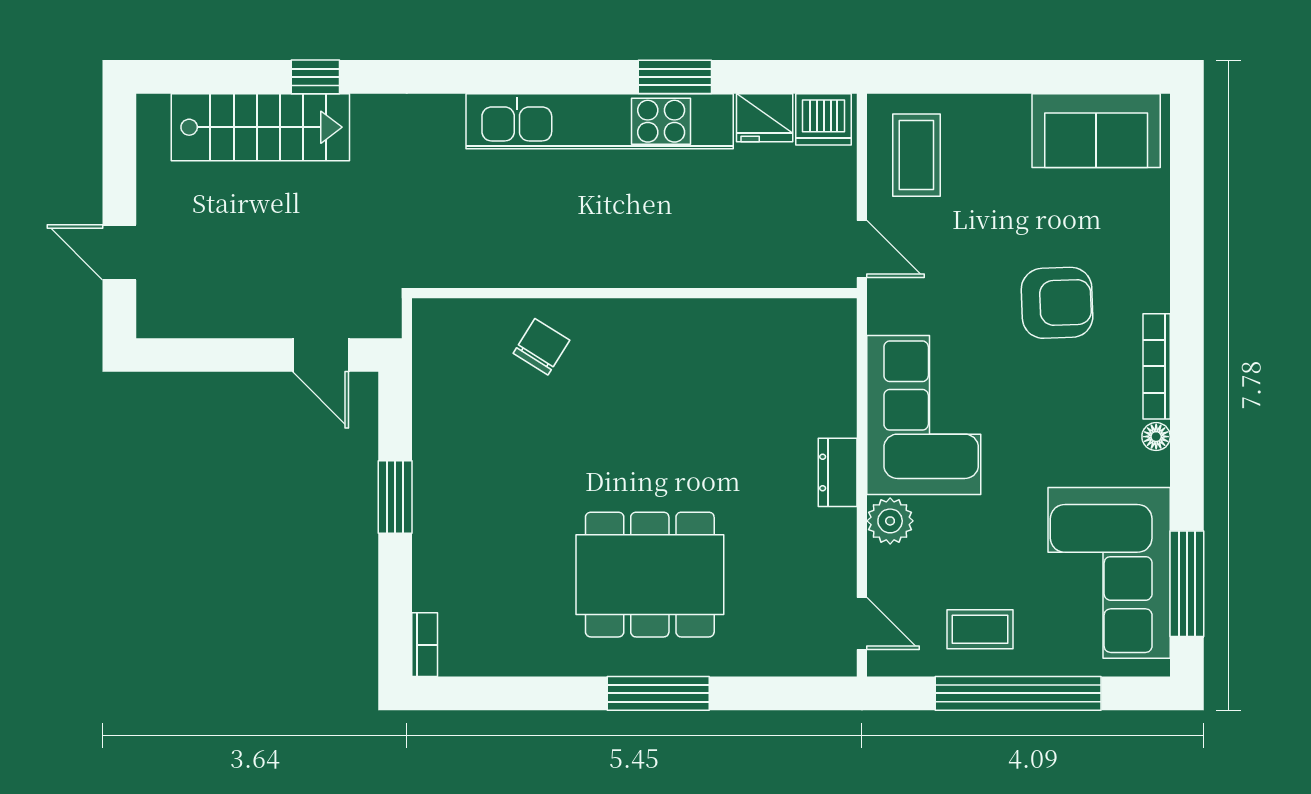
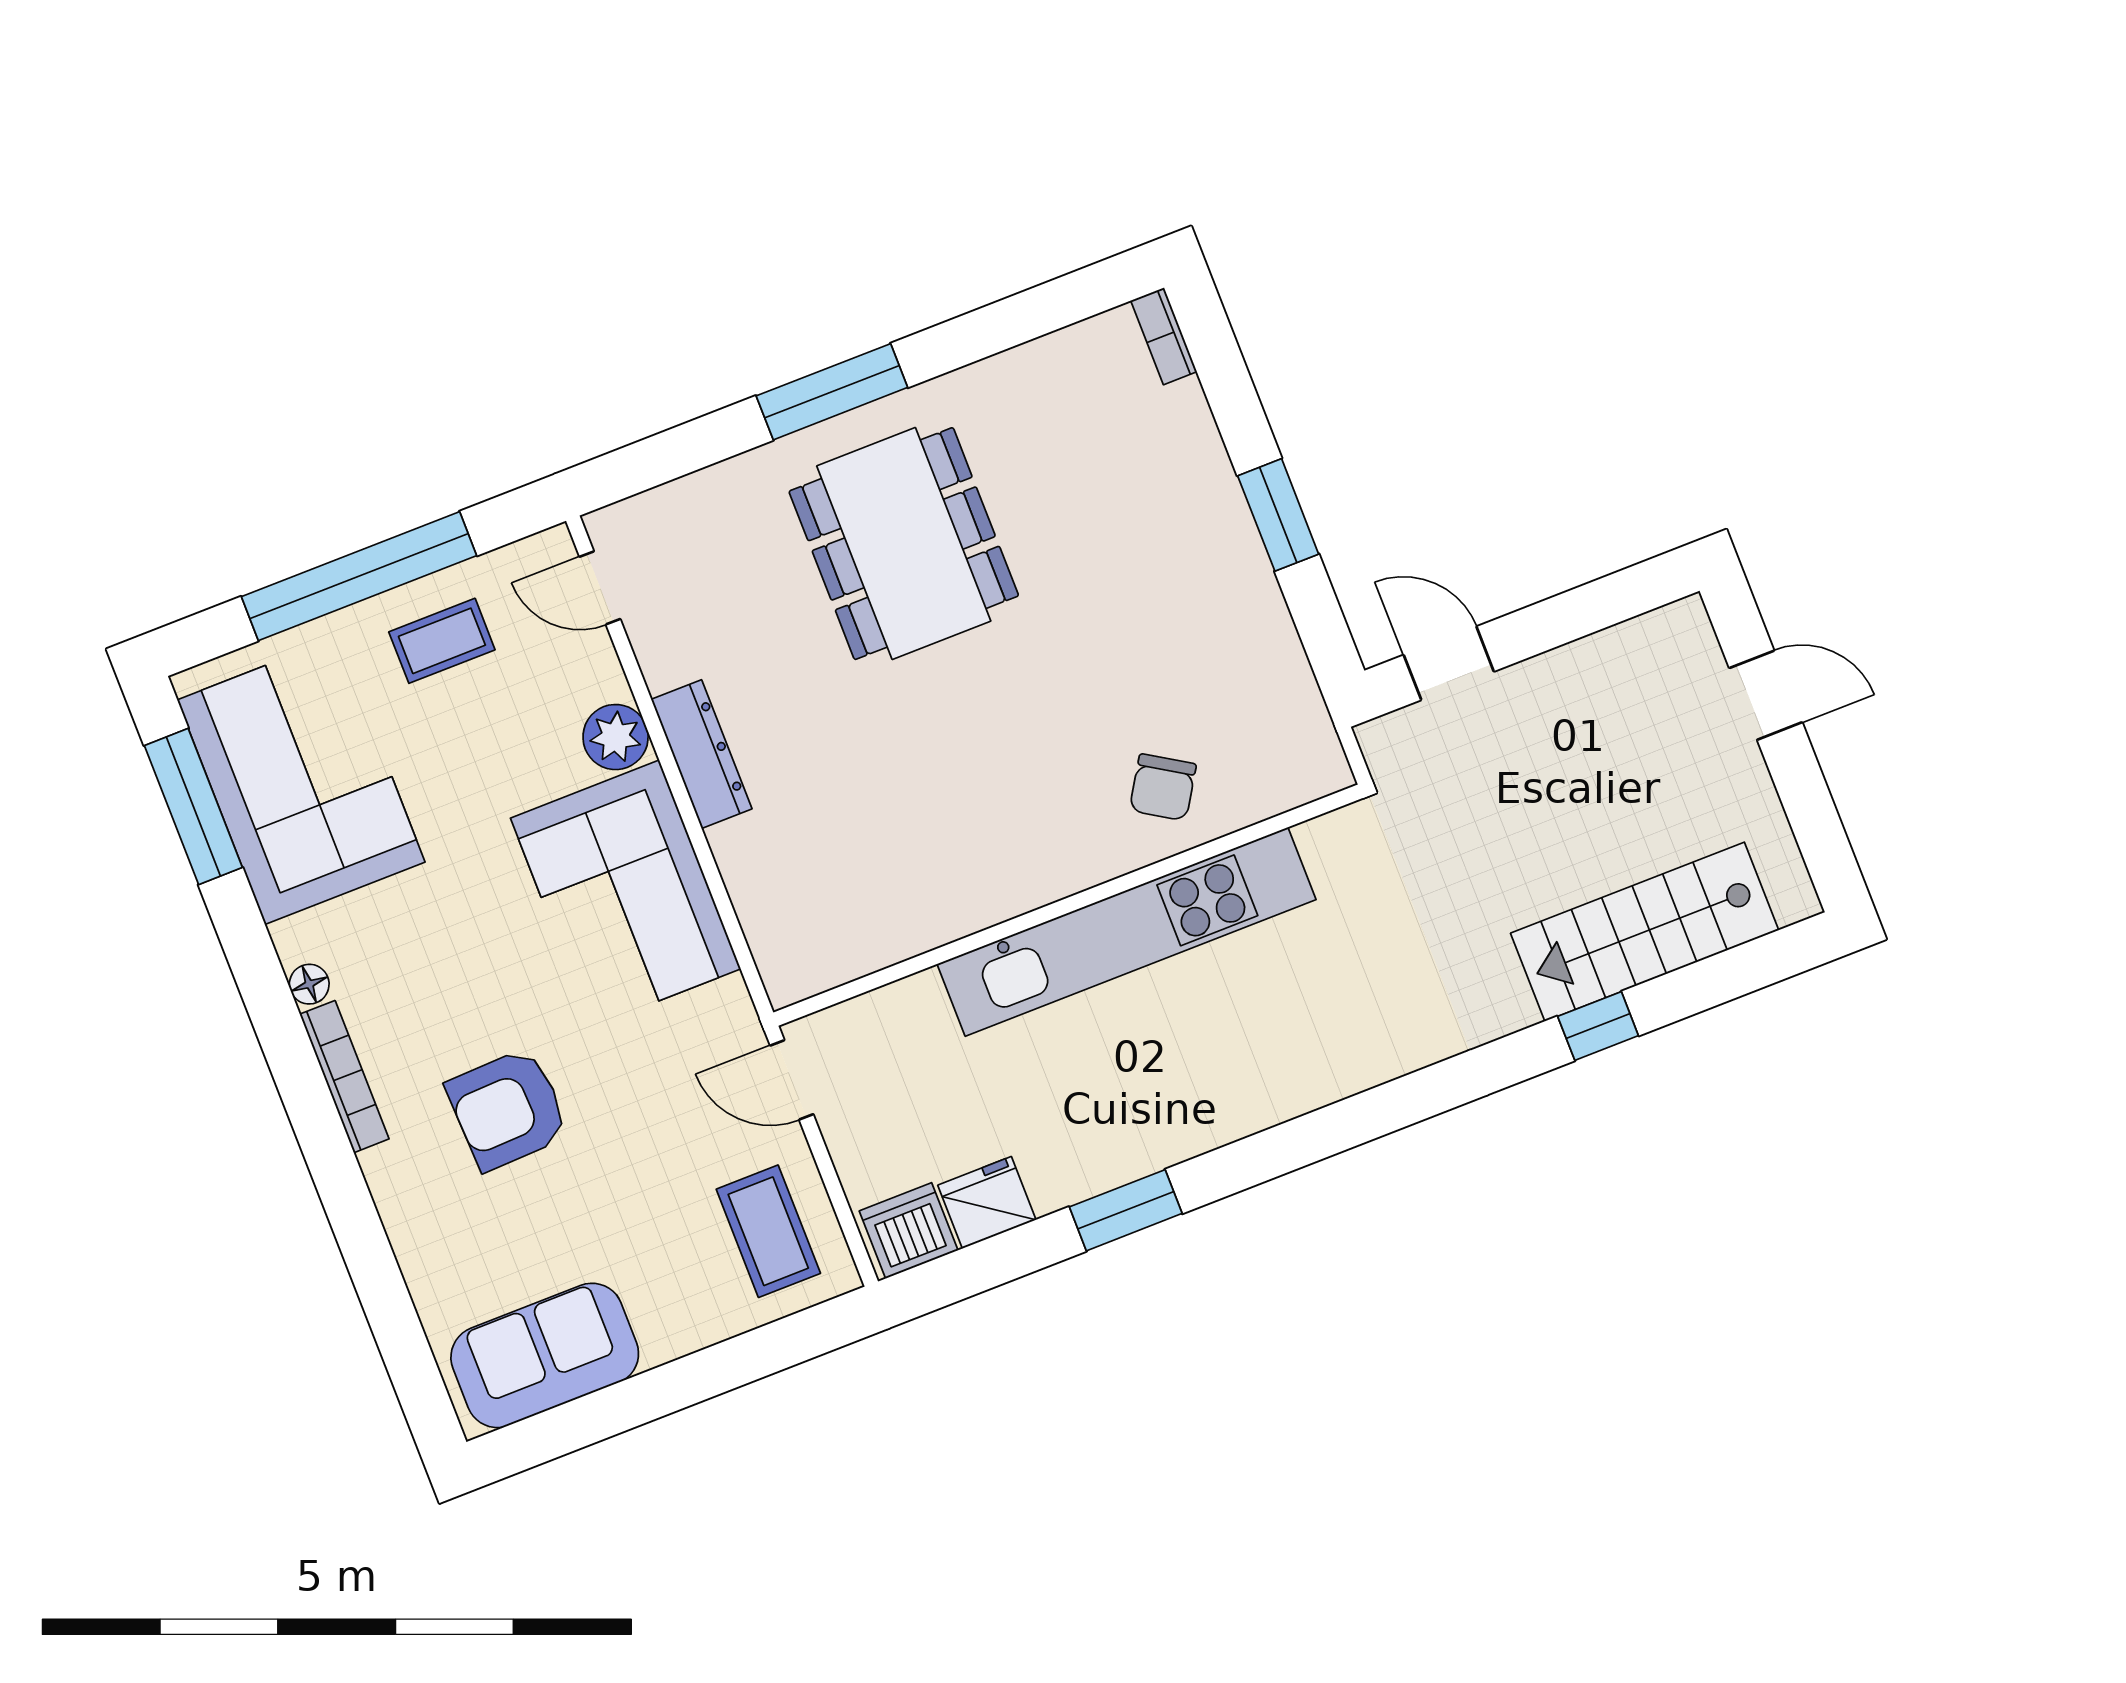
kitchen unit: (600, 121) -> (1127, 932), moved, turned 180
dresser: (838, 472) -> (702, 754), width x1.44
dining table: (650, 575) -> (904, 544), turned 90

